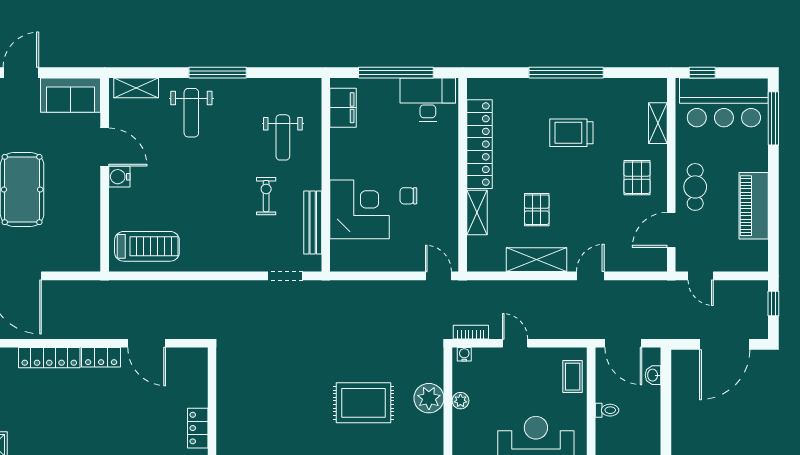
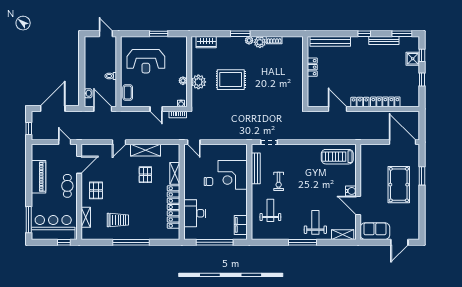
desk: (428, 100) -> (195, 213), moved, turned 90
trolley: (571, 133) -> (118, 220), moved

